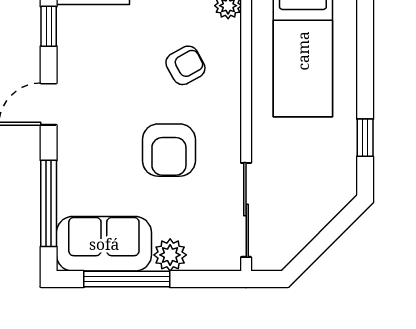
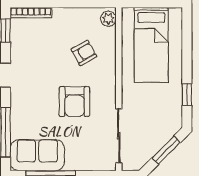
window: (329, 235) -> (166, 150), added
plant: (170, 255) -> (75, 162), removed

